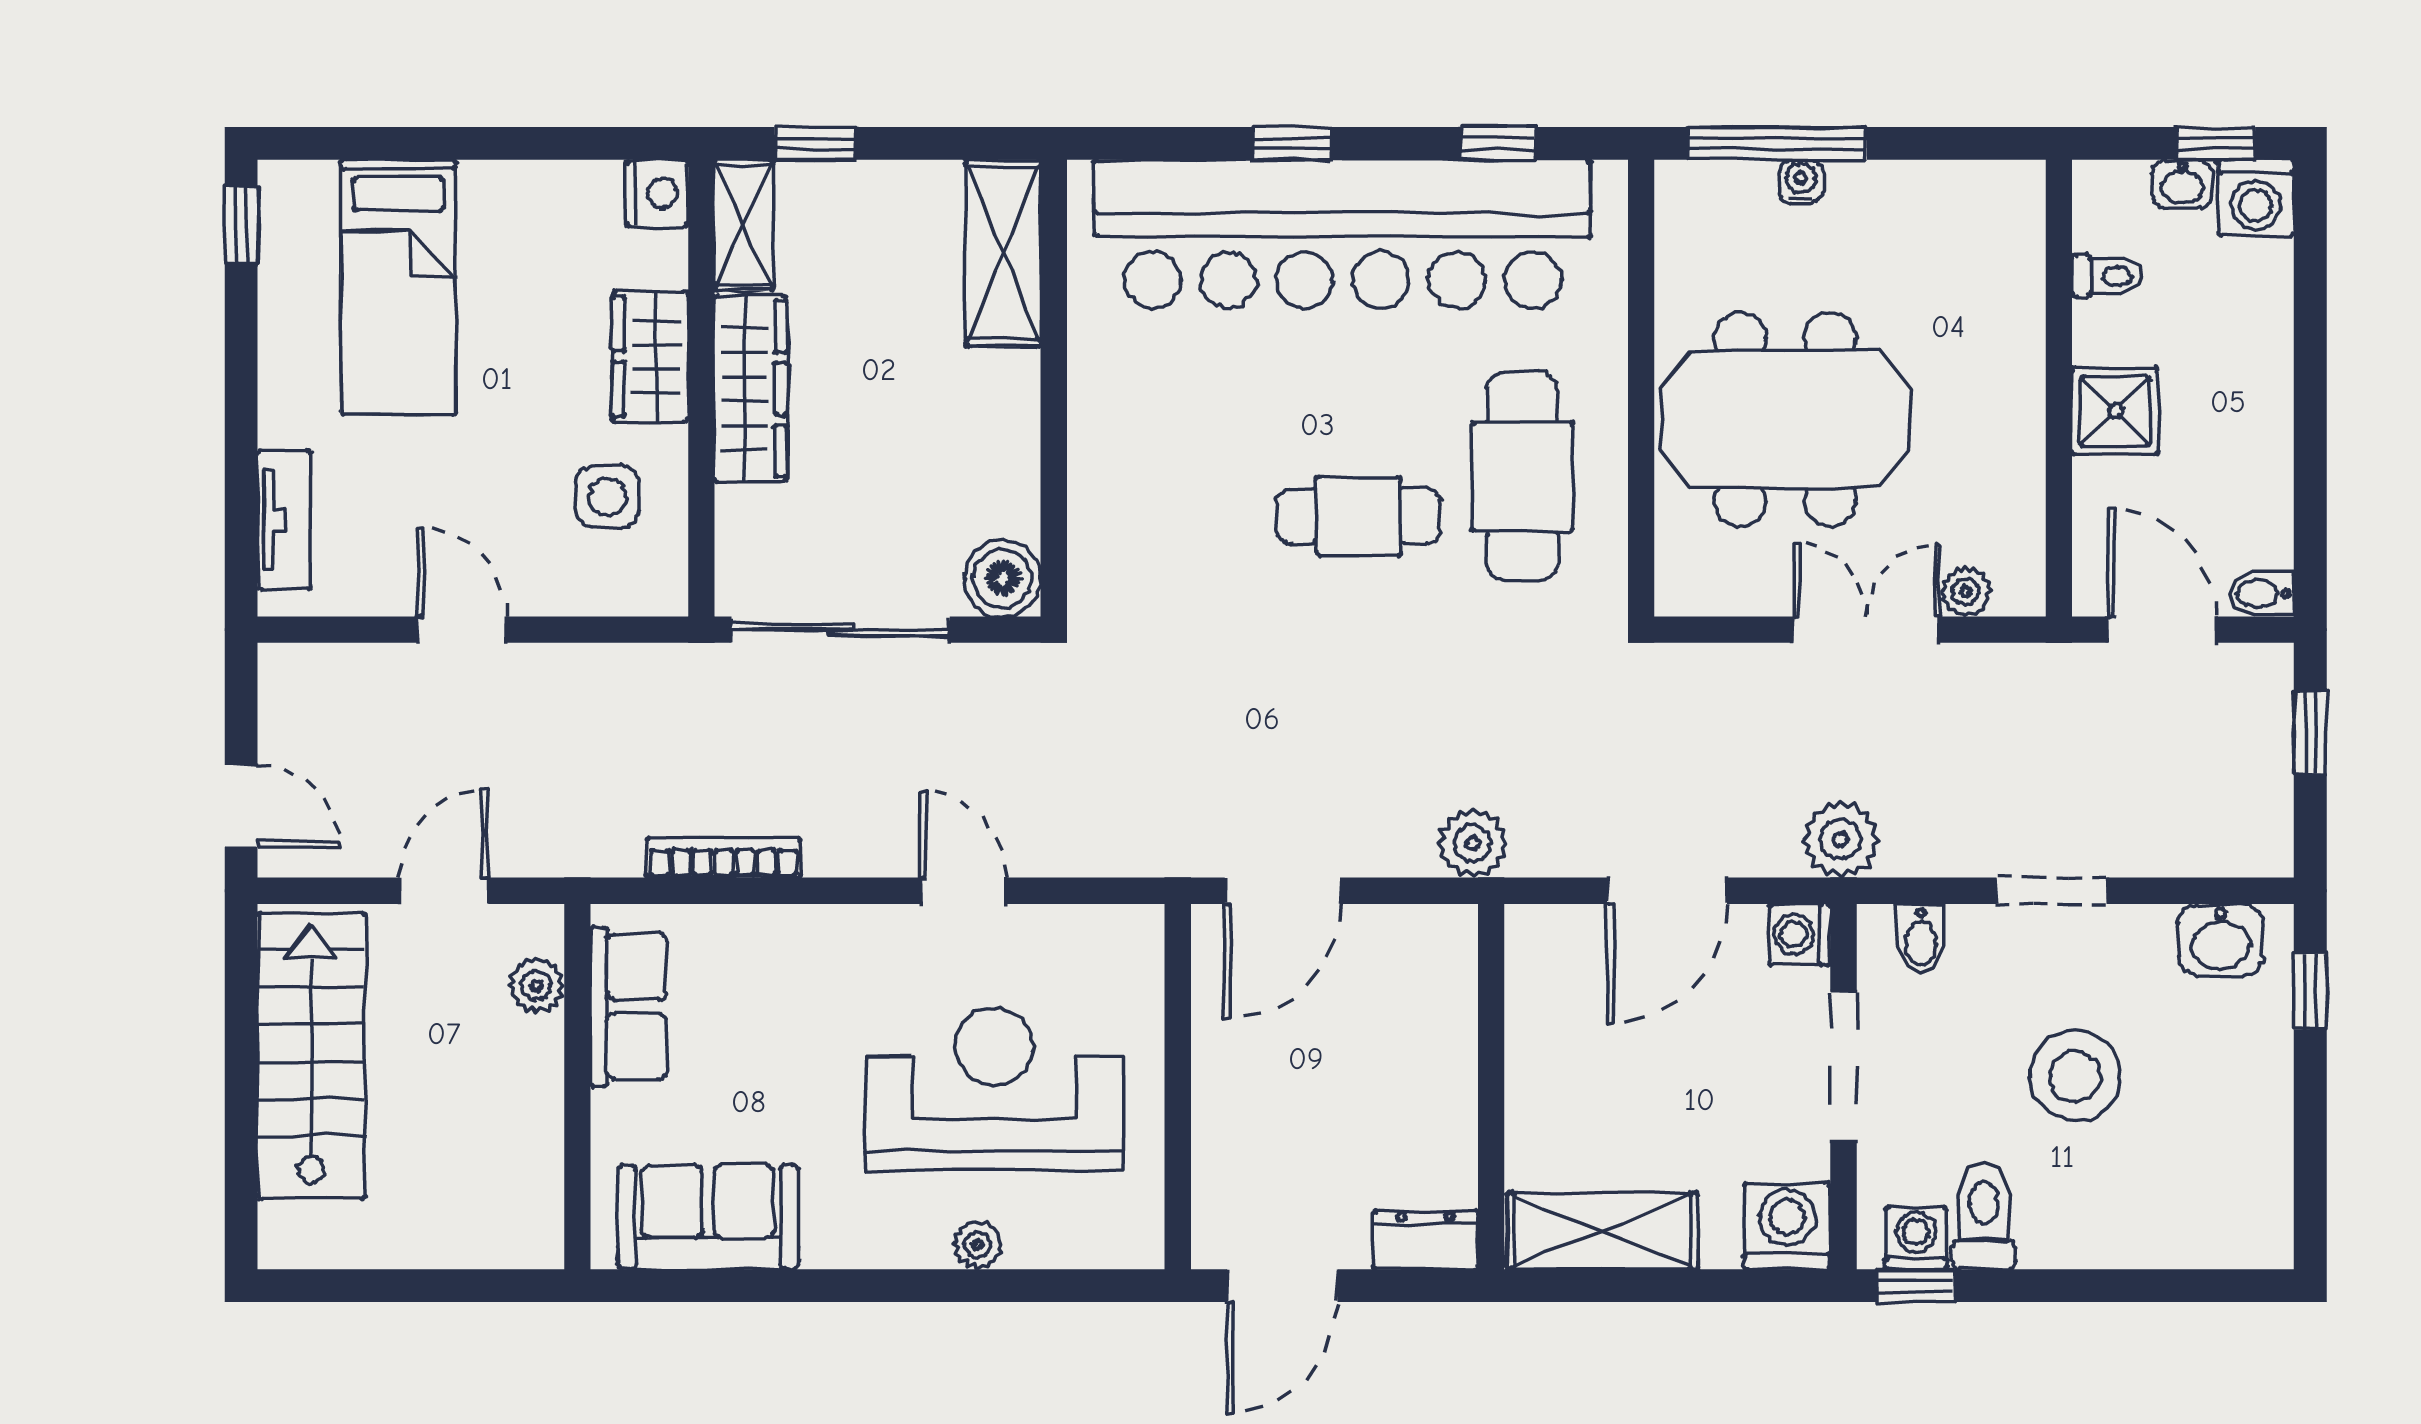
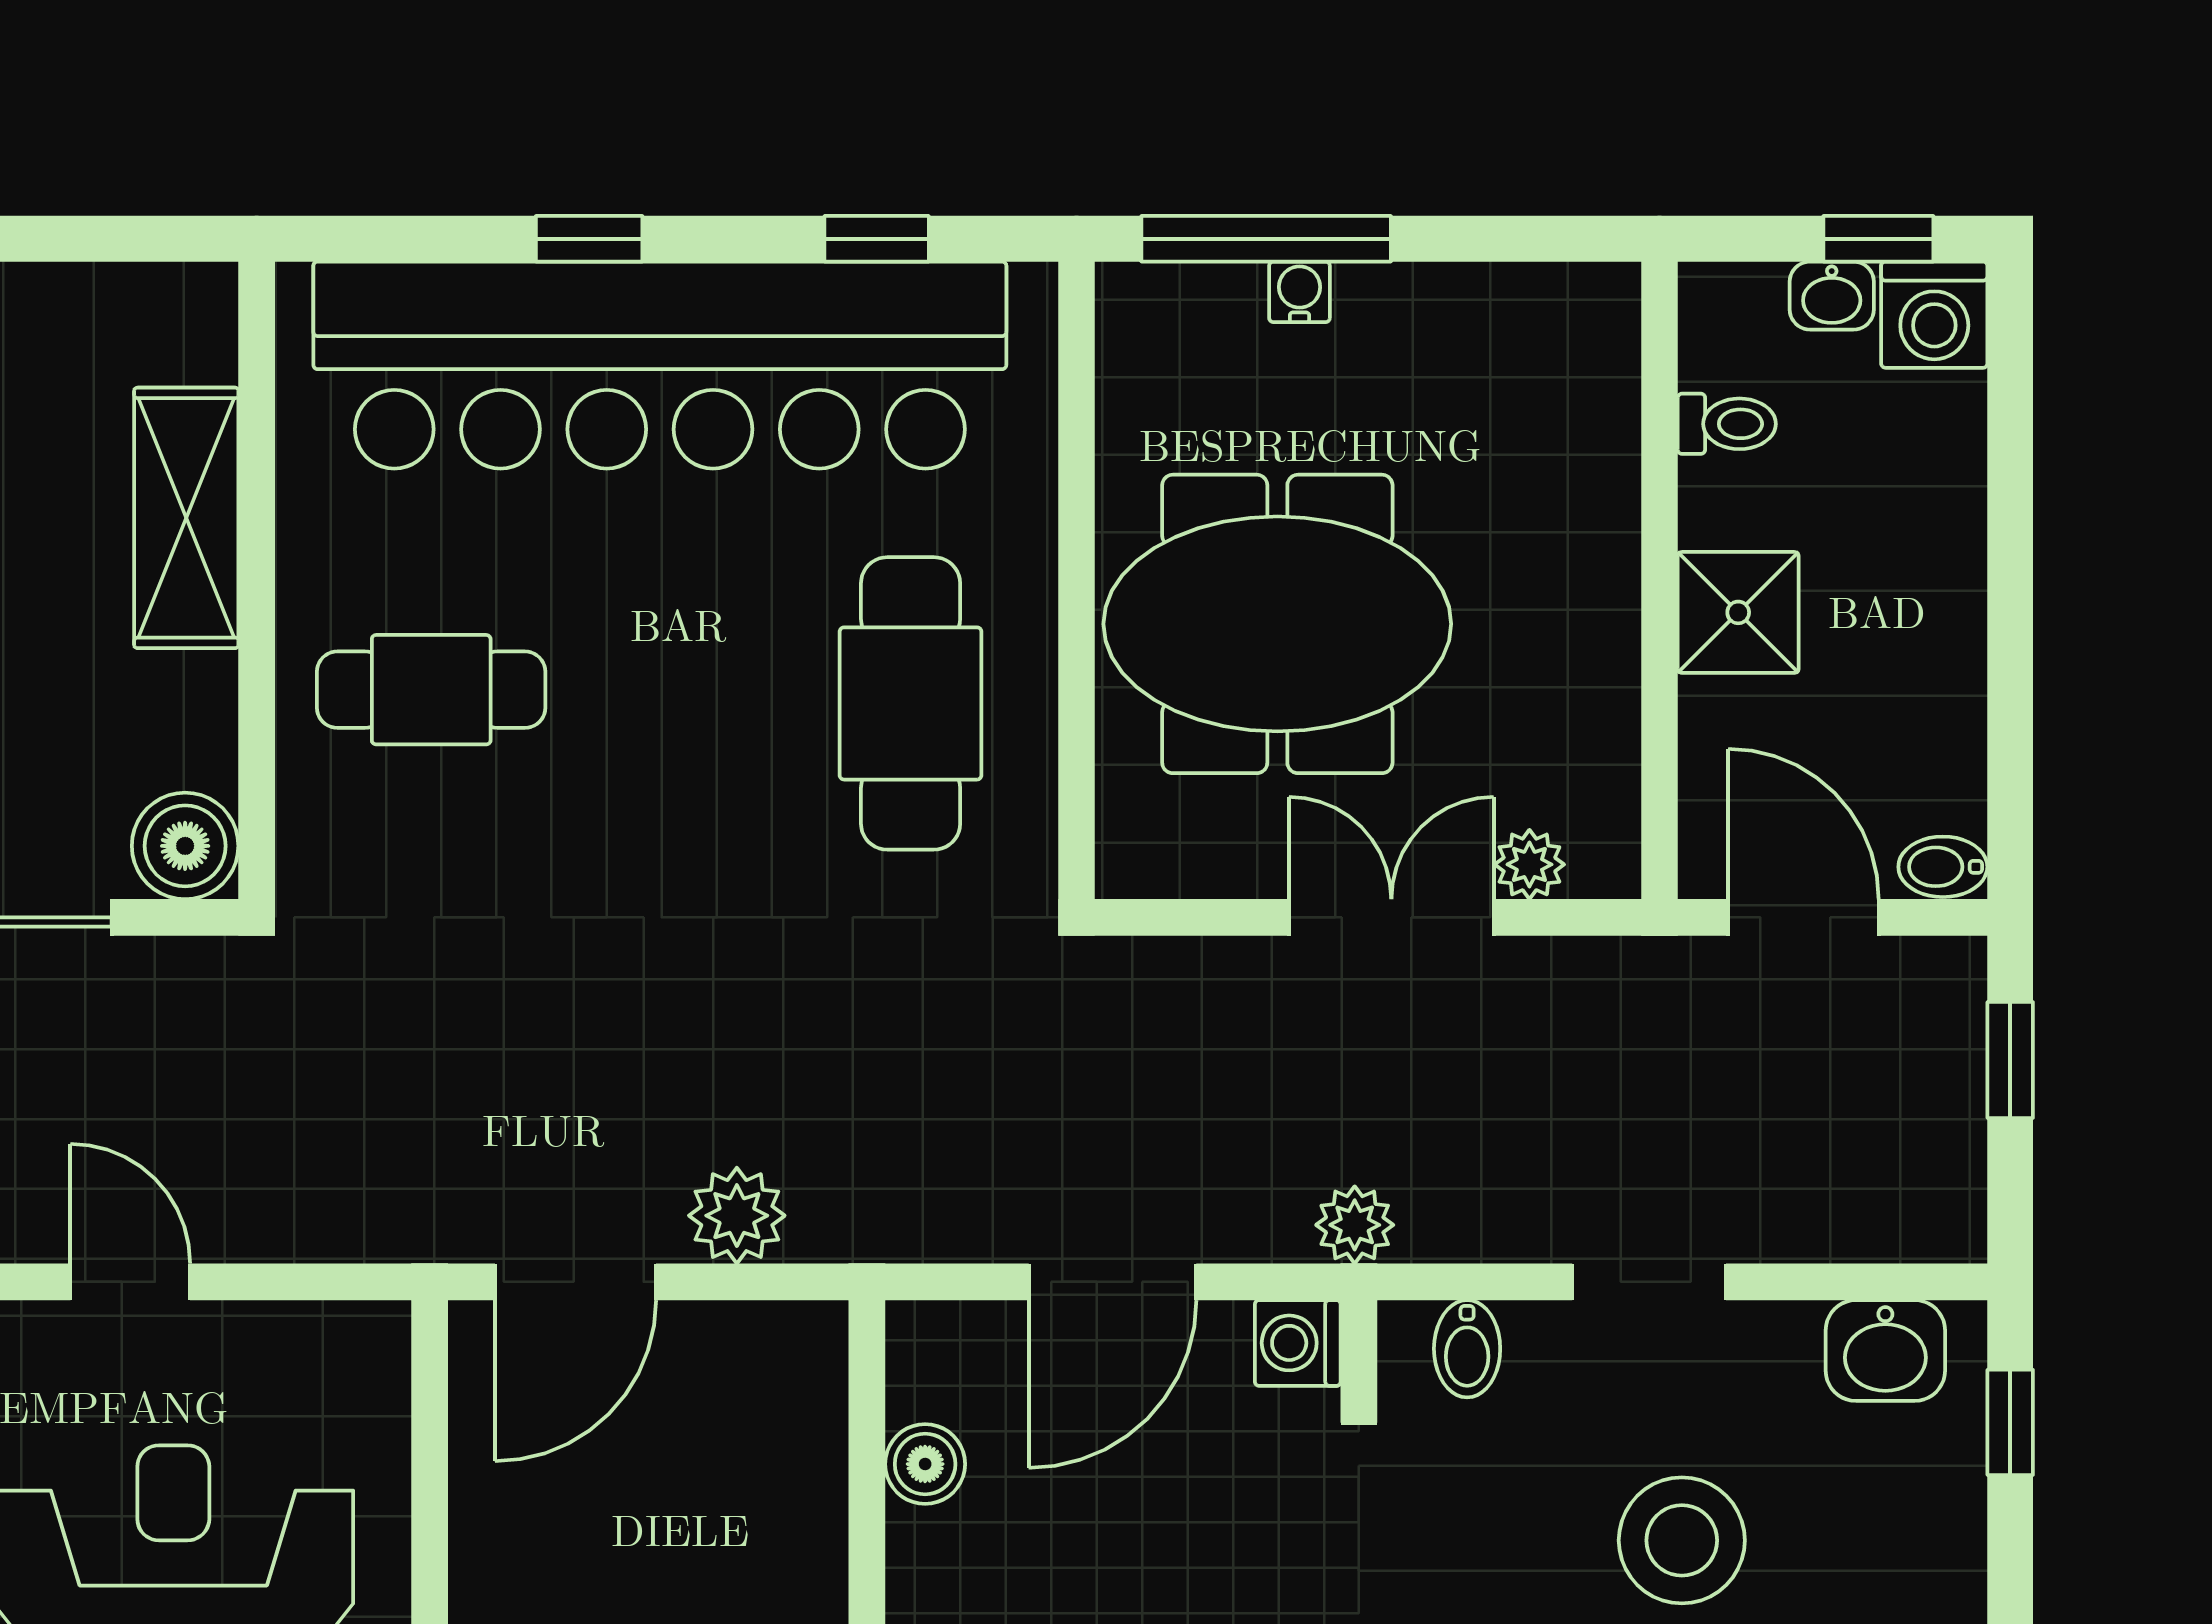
shelving: (1003, 253) -> (186, 518), moved
cafe table: (1358, 516) -> (431, 690), moved
plant: (1841, 840) -> (1355, 1225), width x0.73, depth x0.73
plant: (1473, 843) -> (737, 1216), moved
boiler: (1533, 1021) -> (925, 1464), added

